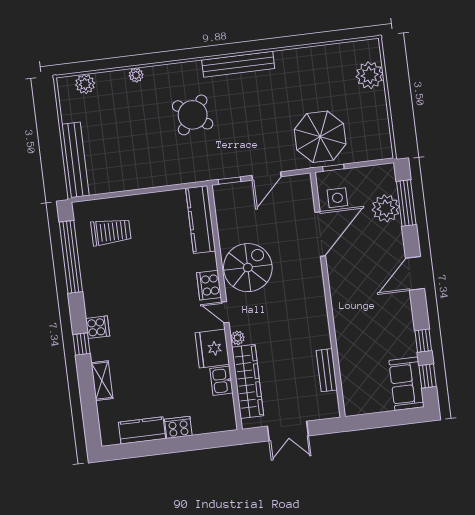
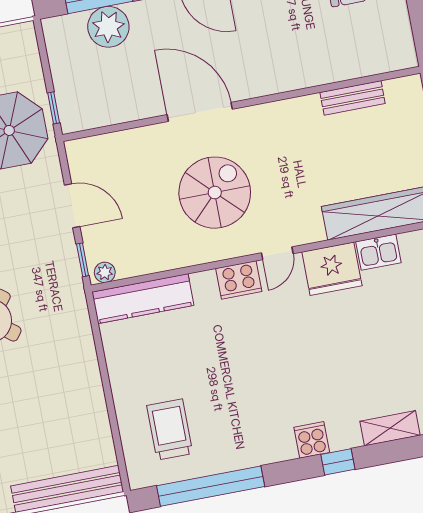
side table: (337, 198) -> (97, 99), removed
door: (320, 234) -> (200, 112), moved
spiral stairs: (248, 268) -> (215, 193), moved, turned 90
plant: (238, 338) -> (105, 272), moved

